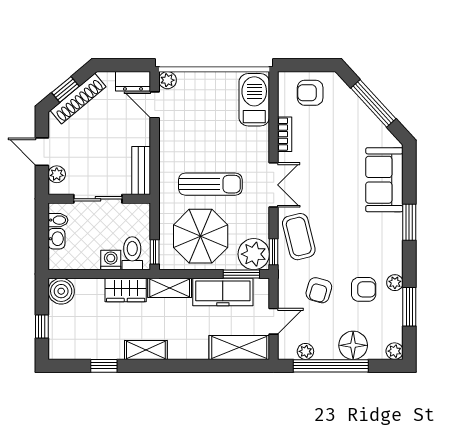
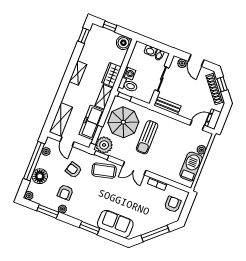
plant: (167, 80) -> (201, 150), moved
barbecue: (254, 100) -> (191, 167), moved, turned -90
door: (42, 152) -> (196, 60), swing flipped
window: (104, 366) -> (84, 36), moved

